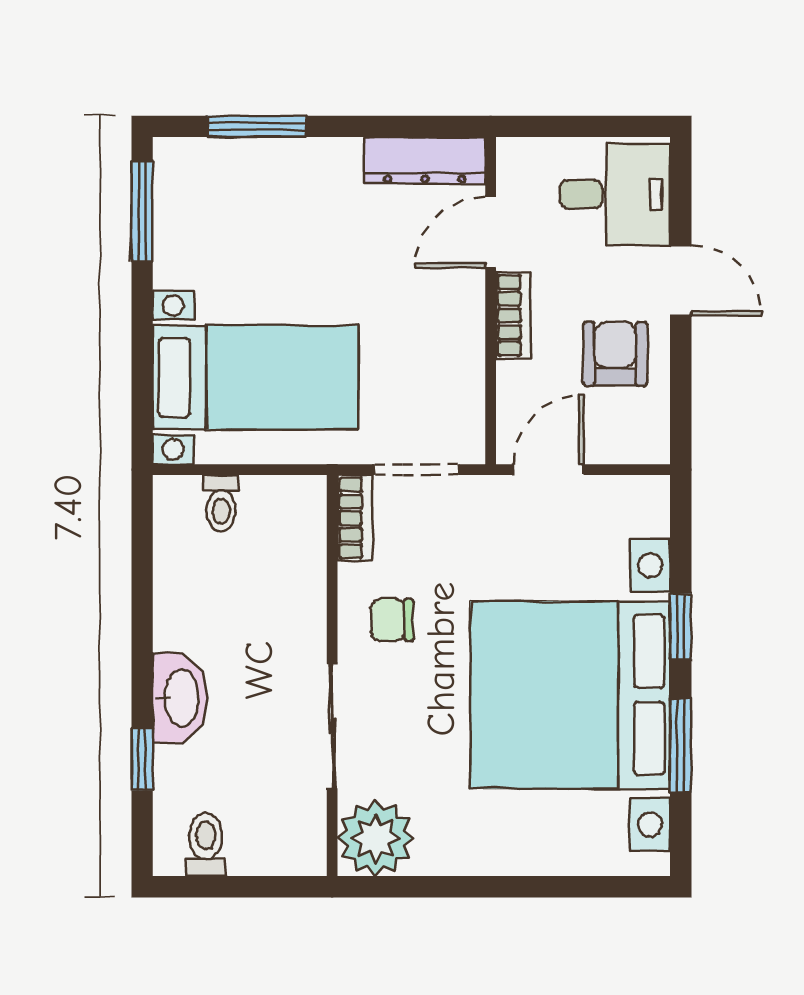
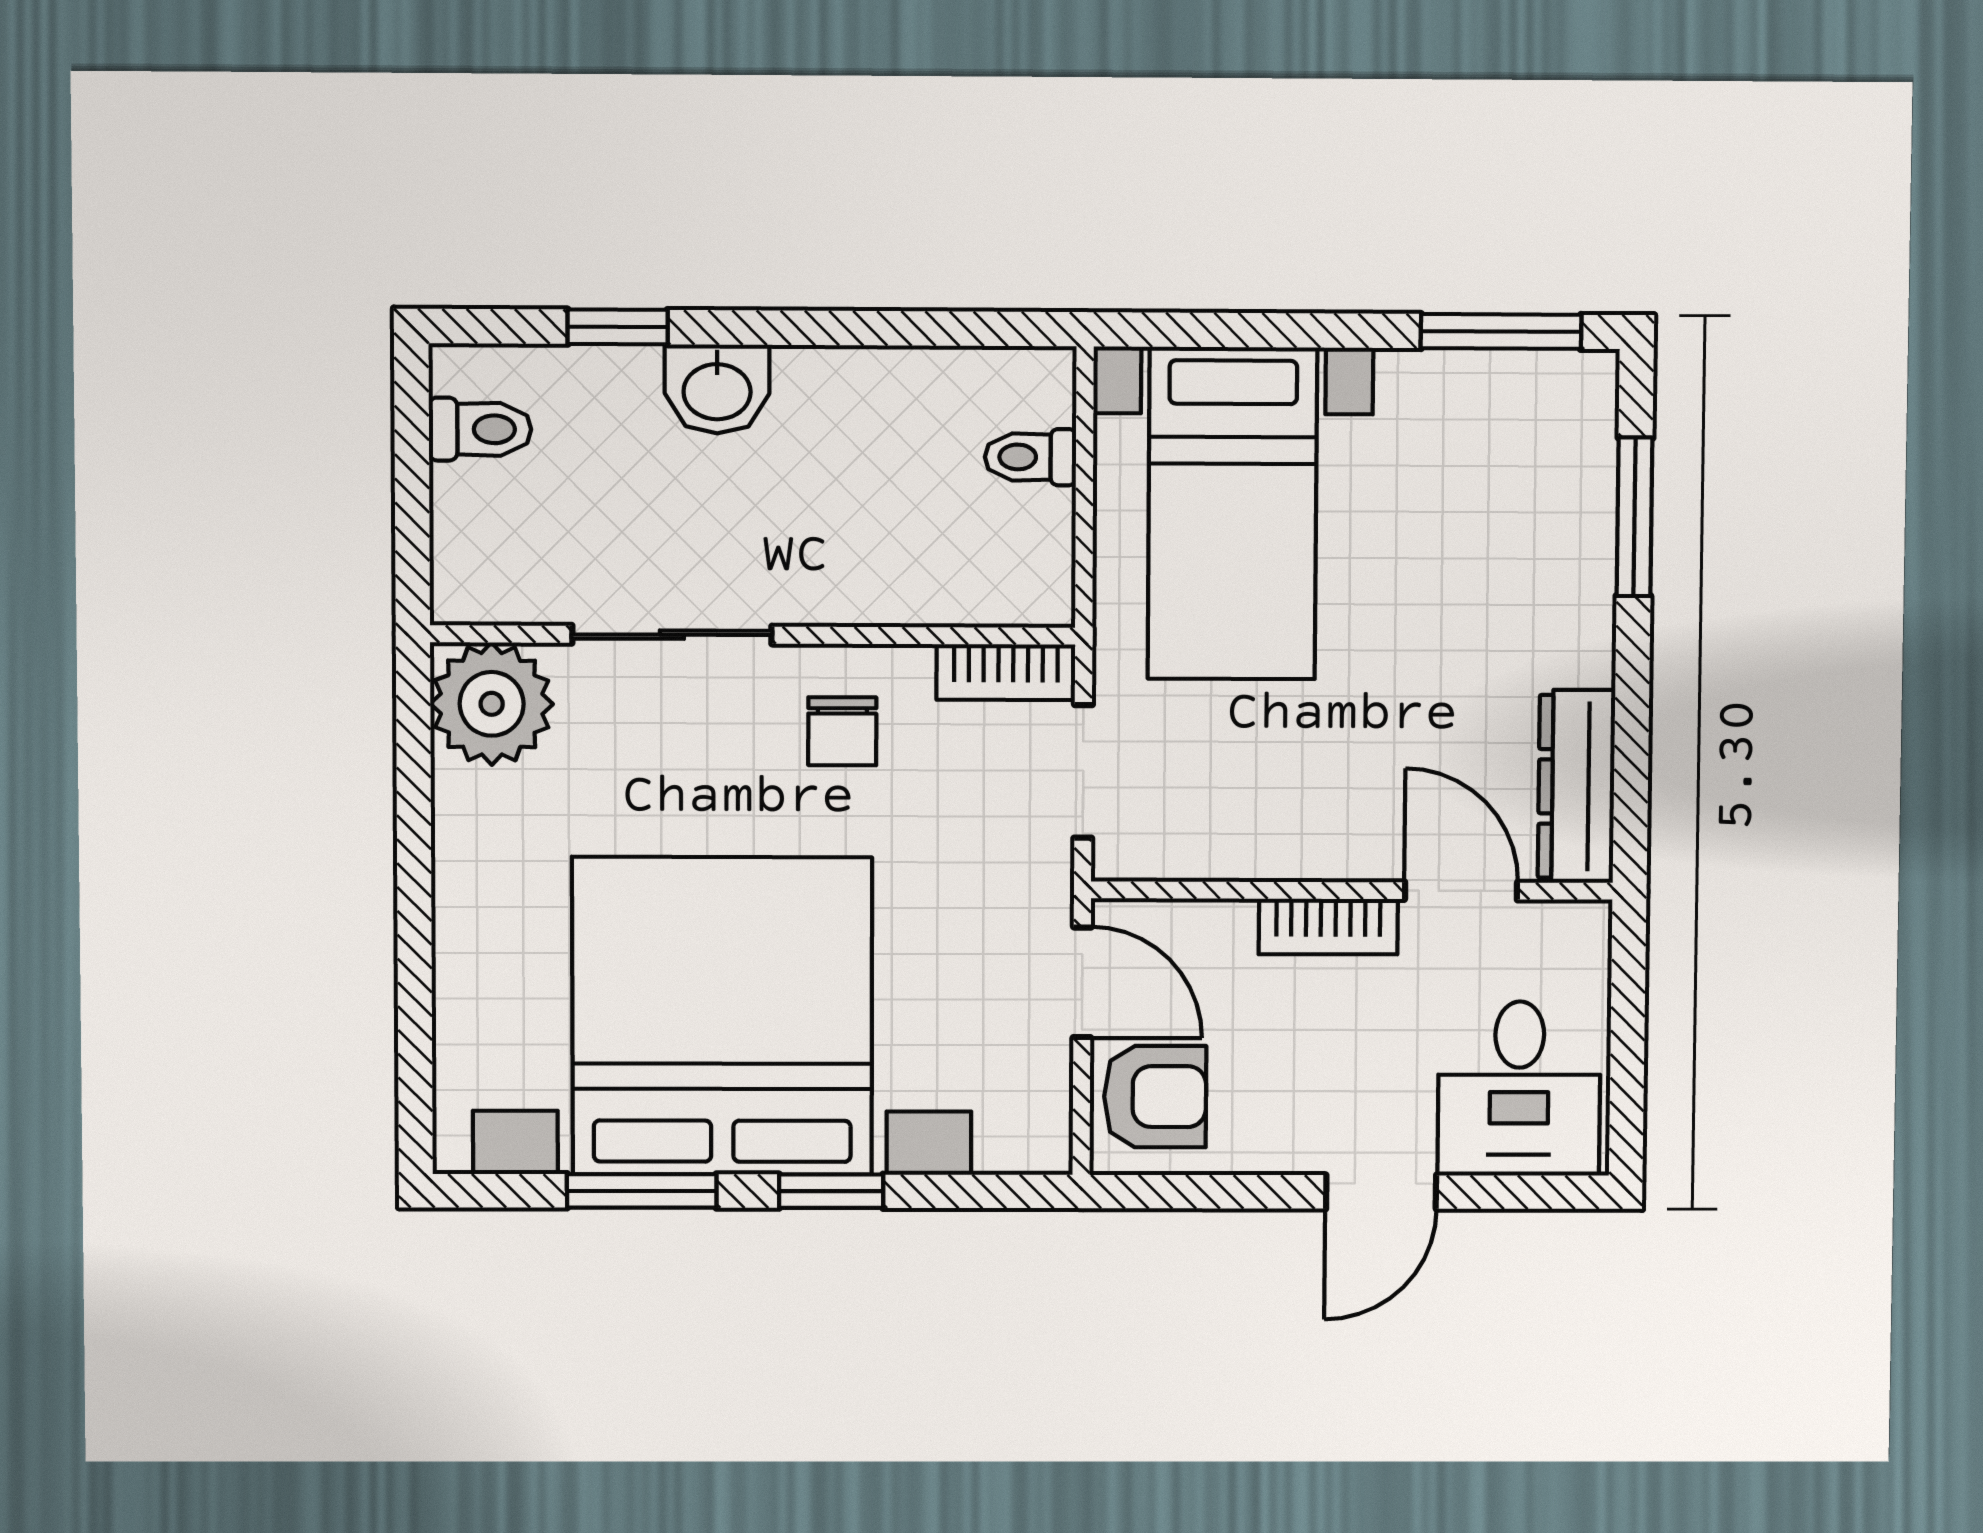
armchair: (615, 354) -> (1155, 1097), moved
chair: (392, 620) -> (842, 731), turned 180
washbasin: (180, 698) -> (717, 389), width x0.72

